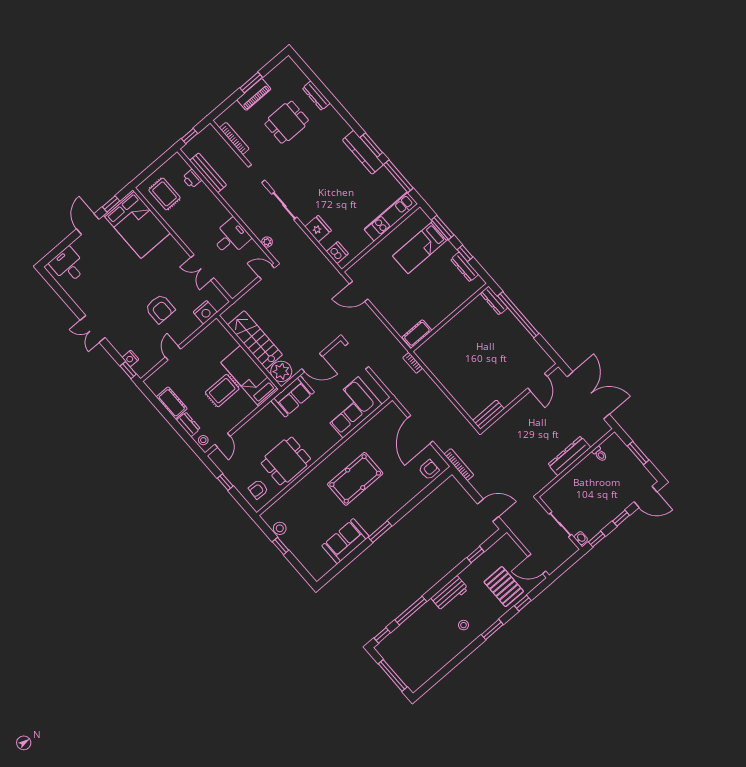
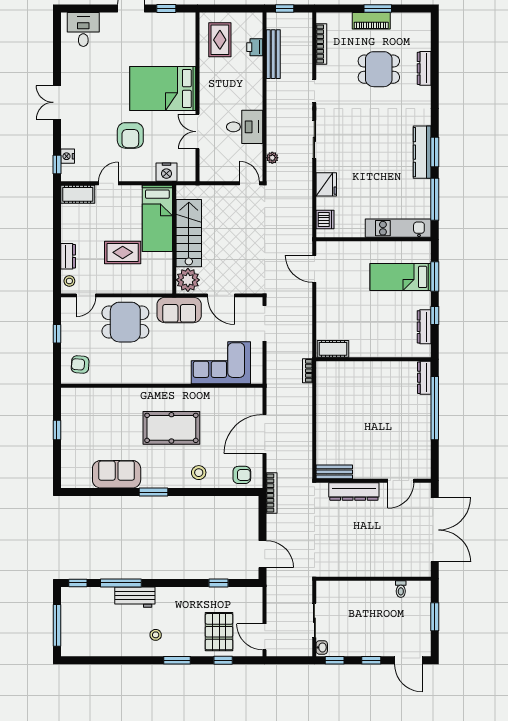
bed: (137, 224) -> (163, 89), moved, turned 90
bed: (250, 376) -> (157, 218), moved, turned 180
cot: (172, 403) -> (78, 194), moved, turned 90
dresser: (569, 456) -> (354, 491), moved, turned 180
dining table: (286, 461) -> (125, 322), moved
stool: (280, 528) -> (199, 473), moved
workbench: (450, 593) -> (135, 597), moved

